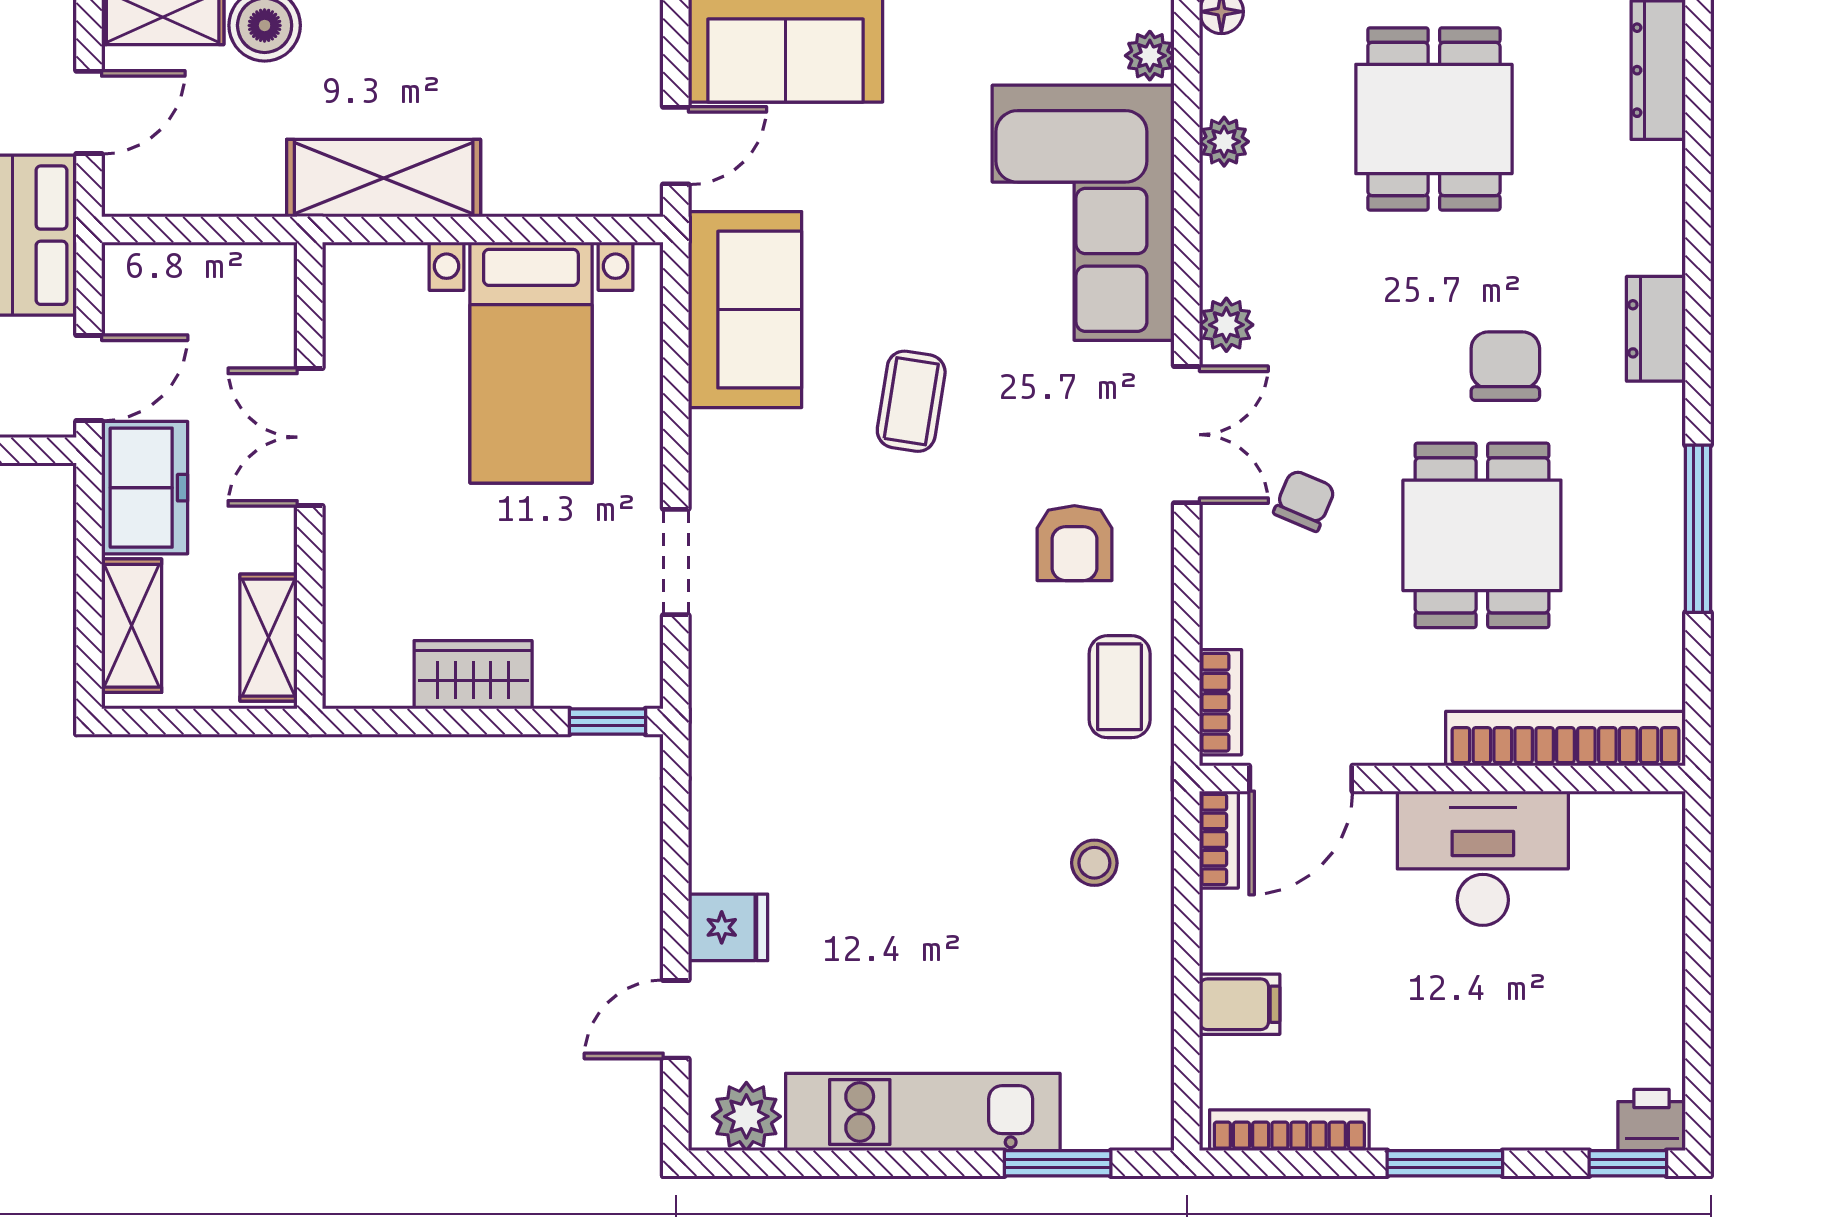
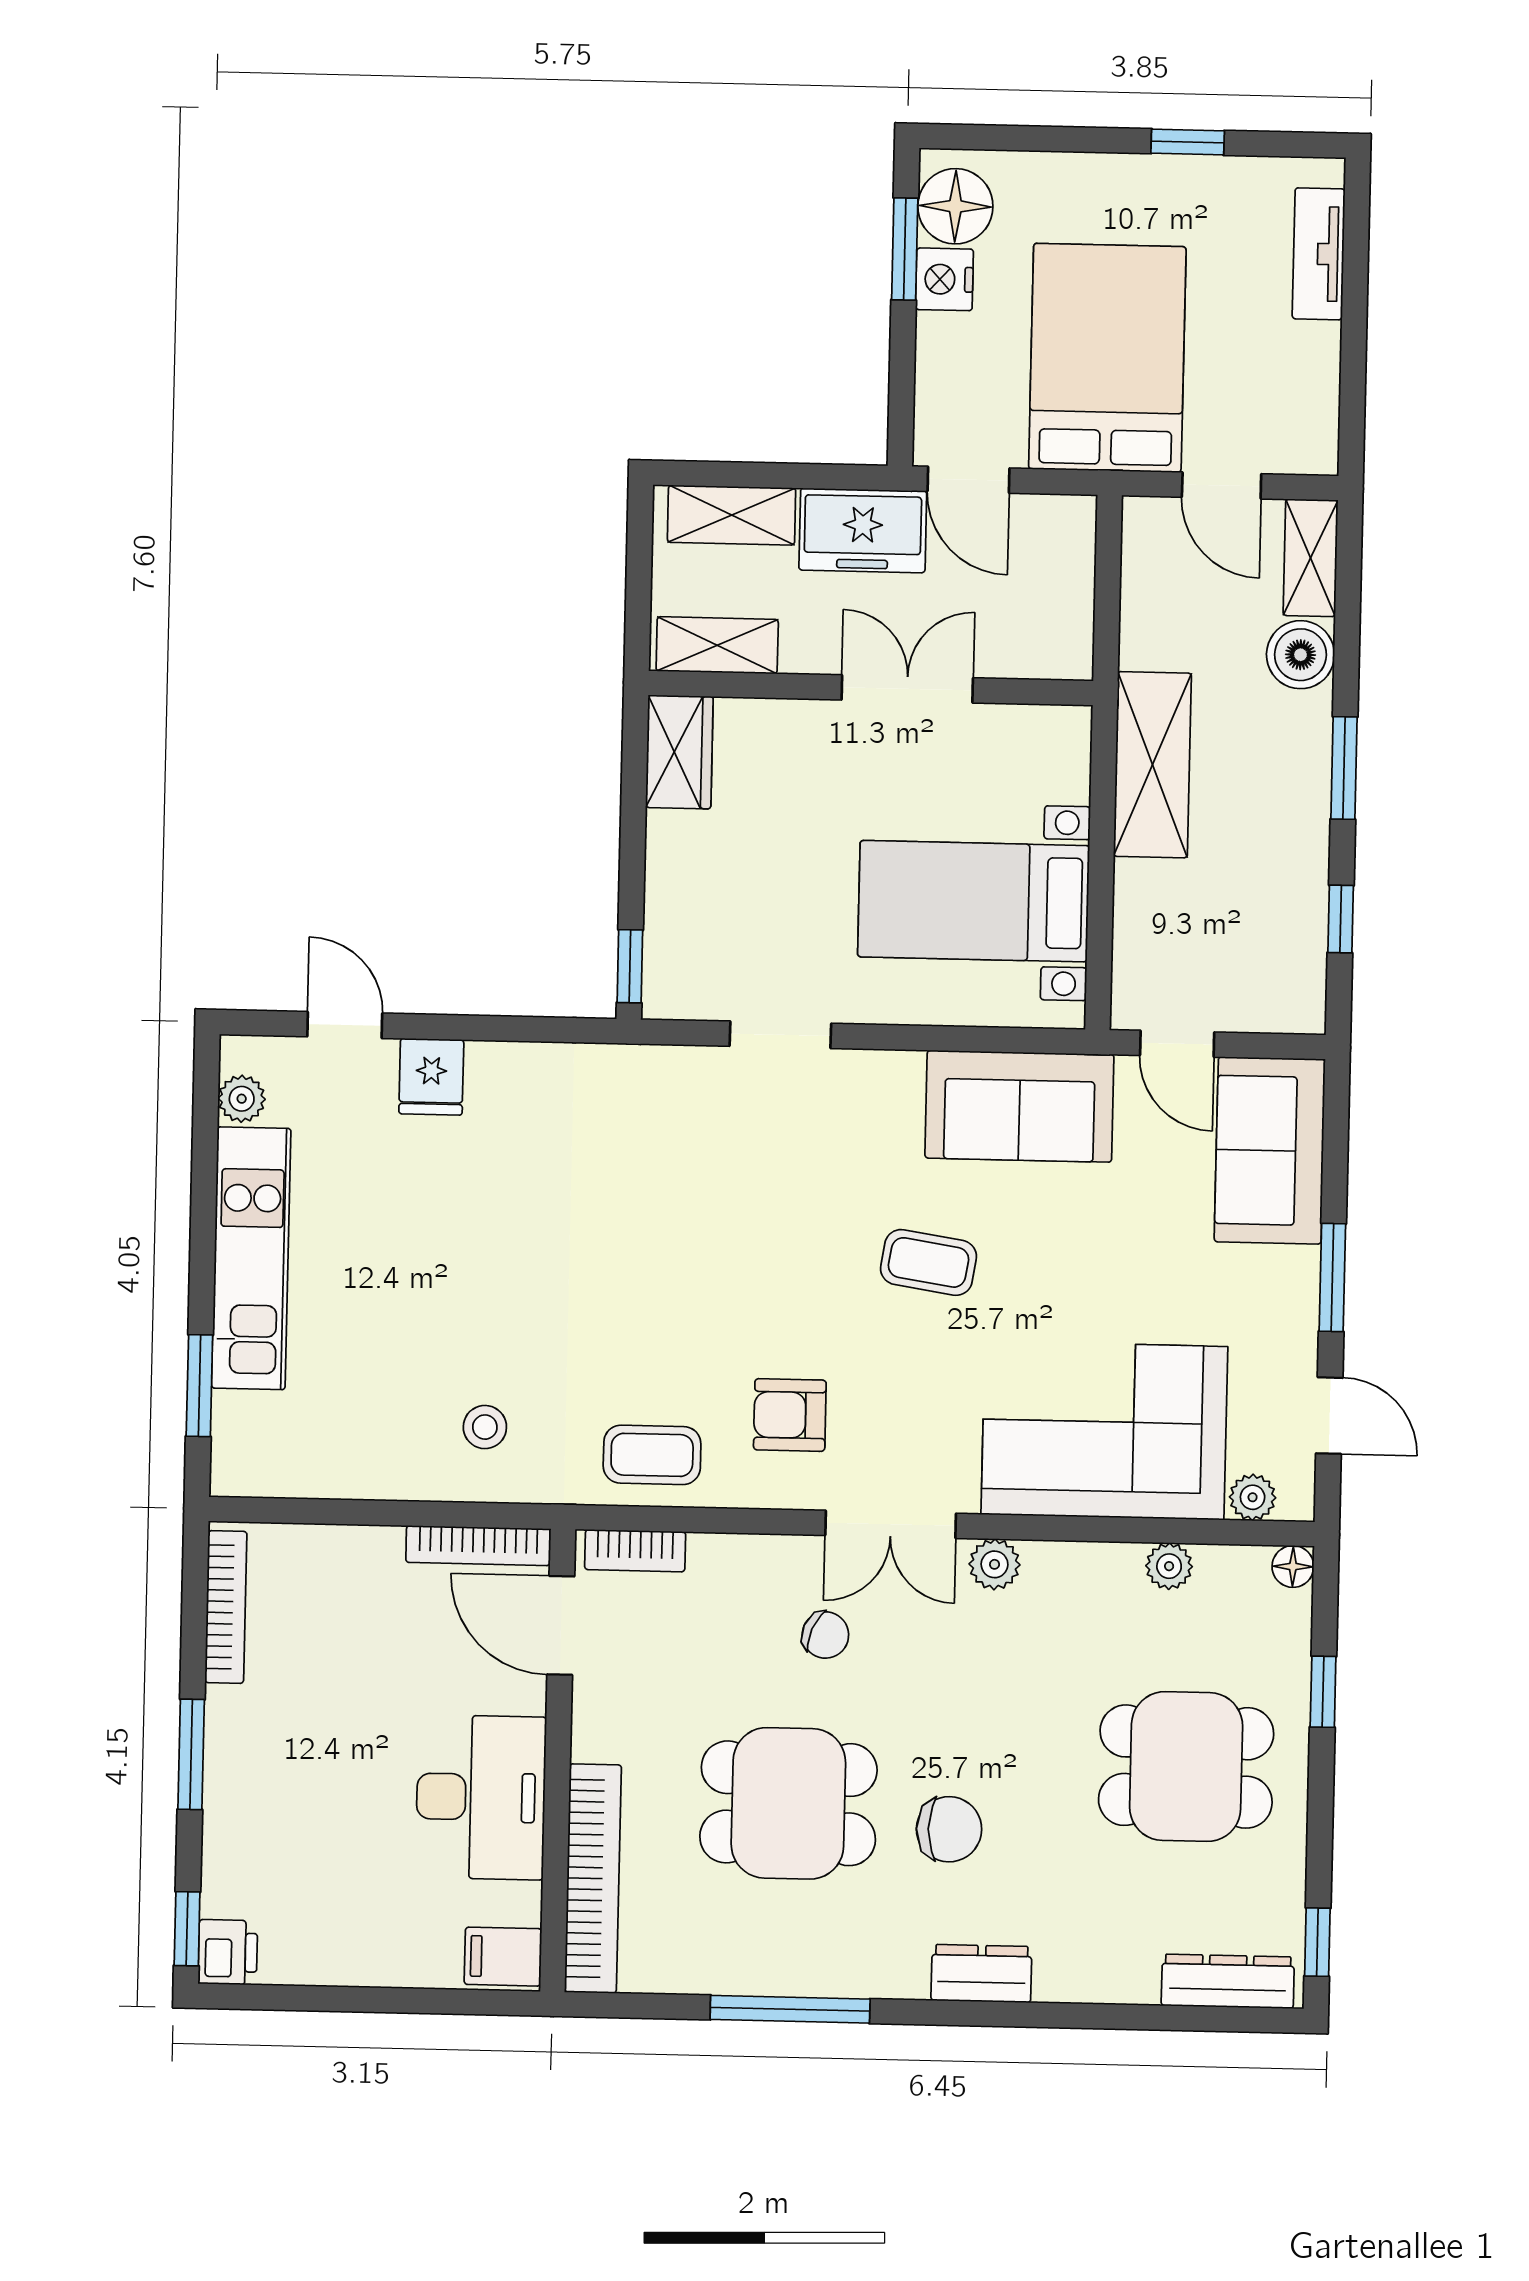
wardrobe: (473, 675) -> (679, 752), moved
bookcase: (1219, 840) -> (478, 1546), width x1.56
filing cabinet: (1240, 1004) -> (503, 1957), moved, turned 90
plant: (746, 1116) -> (242, 1099), width x0.73, depth x0.73

